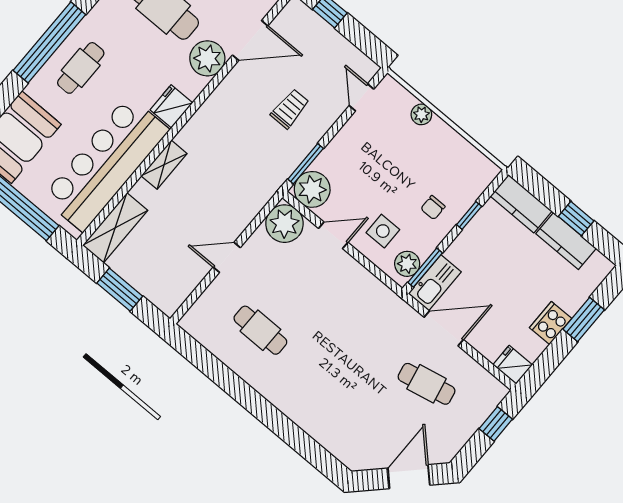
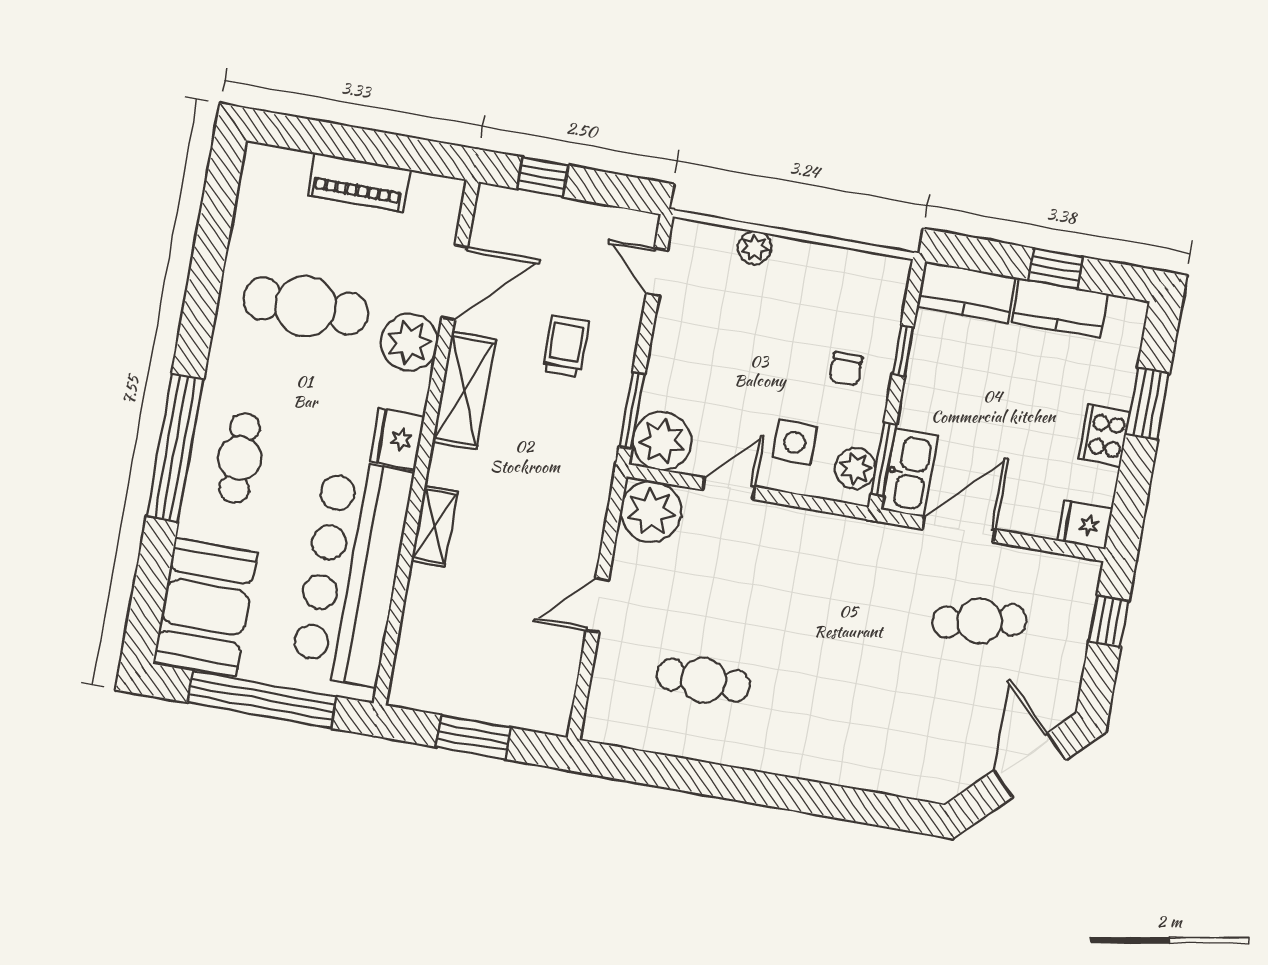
shelving: (115, 228) -> (464, 391), moved

